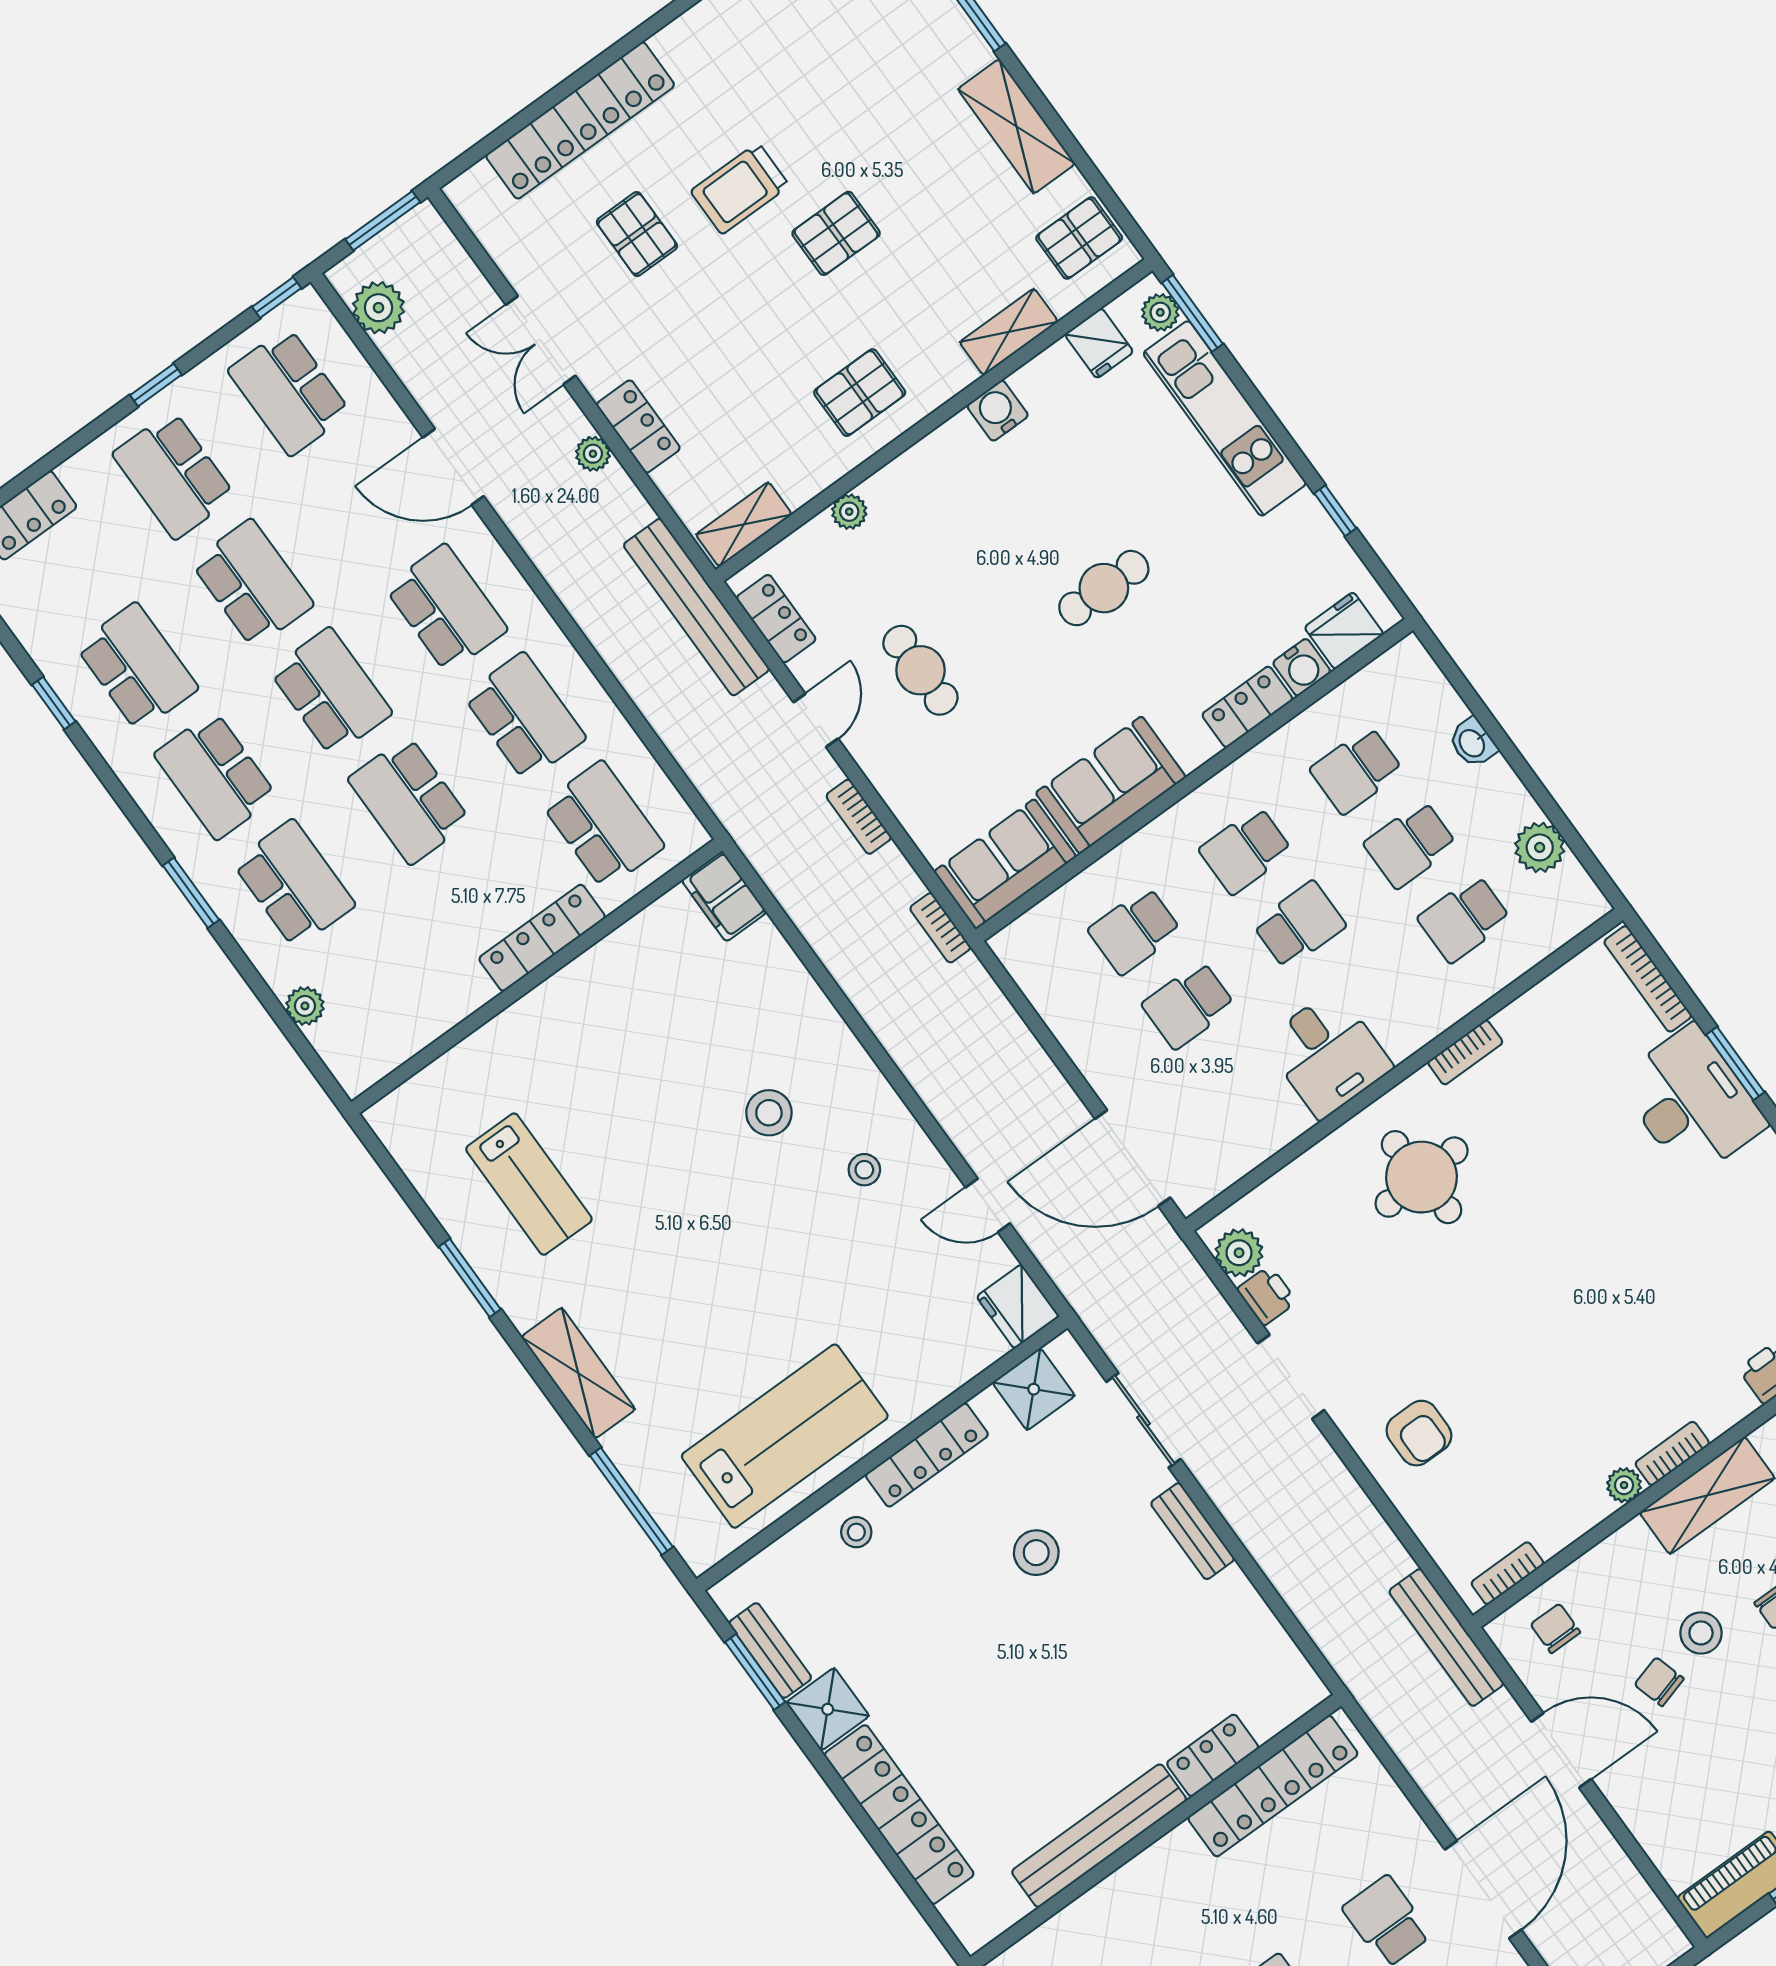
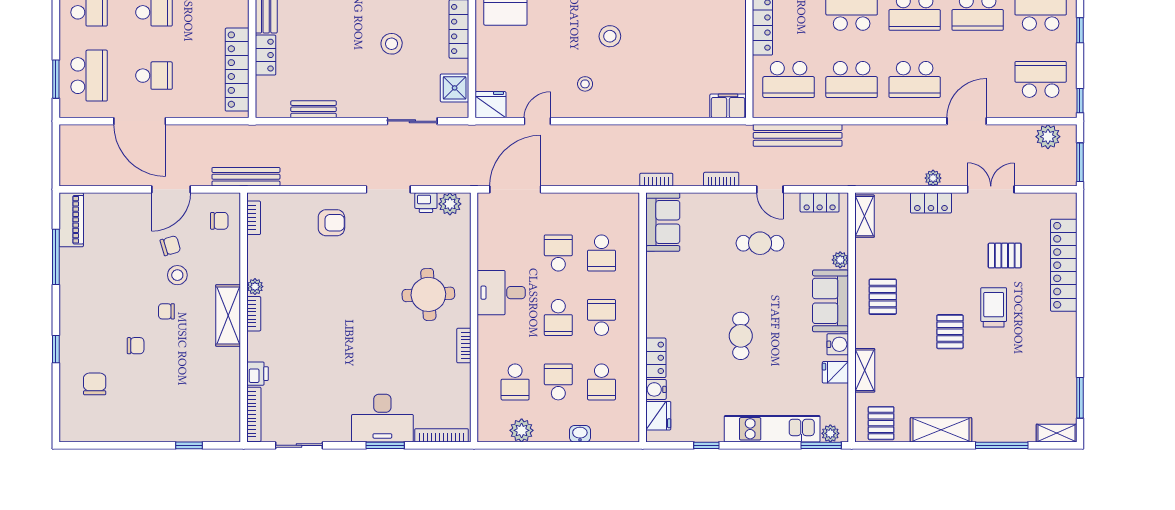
fridge: (1099, 343) -> (835, 372), moved
bench: (696, 607) -> (798, 135), moved
school desk: (1356, 770) -> (602, 382), turned 180
sofa: (1111, 785) -> (831, 301), moved, turned 180
school desk: (1464, 919) -> (515, 382), turned 180
school desk: (1135, 931) -> (602, 253), turned 180
stool: (769, 1113) -> (610, 36), moved
armchair: (1419, 1433) -> (331, 223), turned 180
bench: (1193, 1531) -> (314, 109), moved

